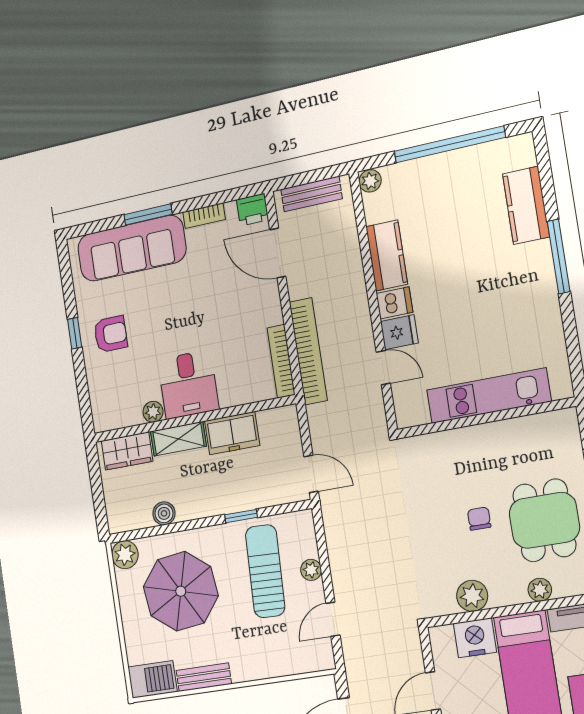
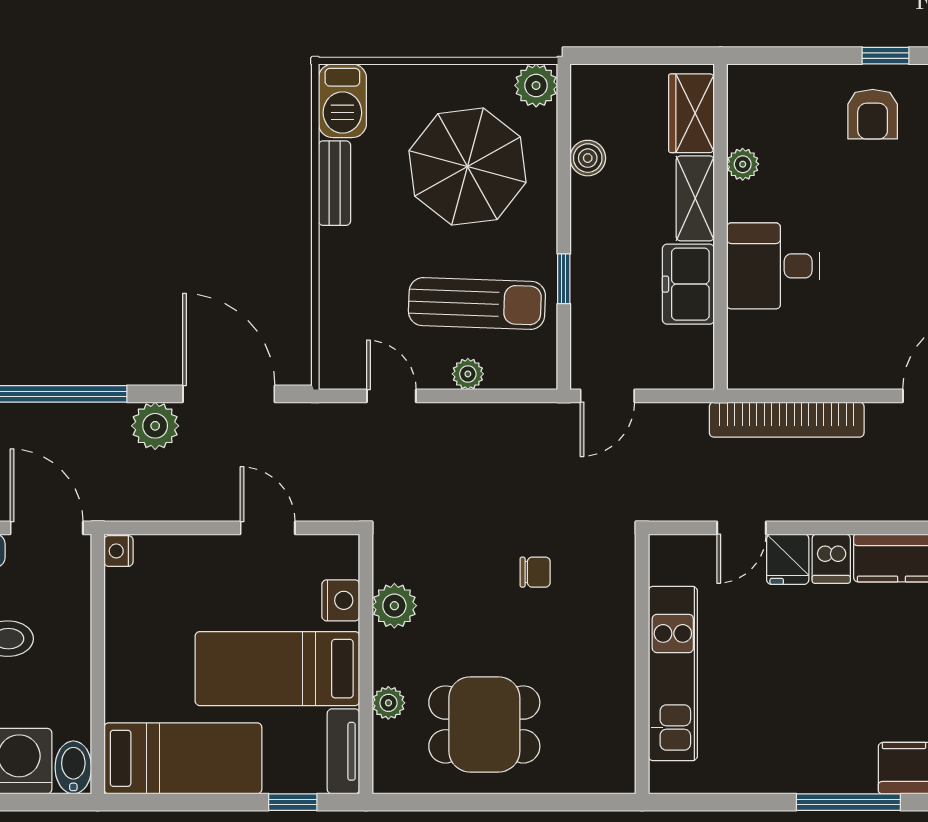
bookcase: (281, 361) -> (780, 376), removed
desk: (188, 385) -> (773, 266), moved
chair: (479, 519) -> (535, 572), moved
nightstand: (475, 638) -> (341, 600), width x0.74, depth x0.75

